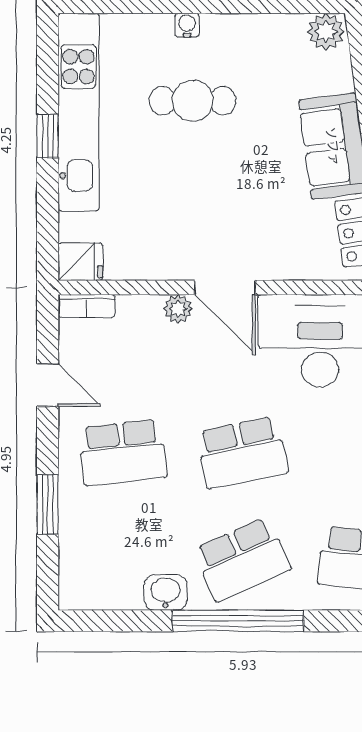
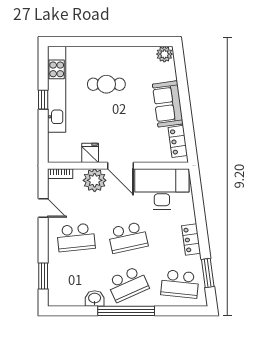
water cooler: (187, 25) -> (104, 51), removed
fridge: (80, 262) -> (90, 153), moved, turned -90
plant: (178, 309) -> (95, 180), width x1.87, depth x1.87
window: (48, 504) -> (43, 276), moved

